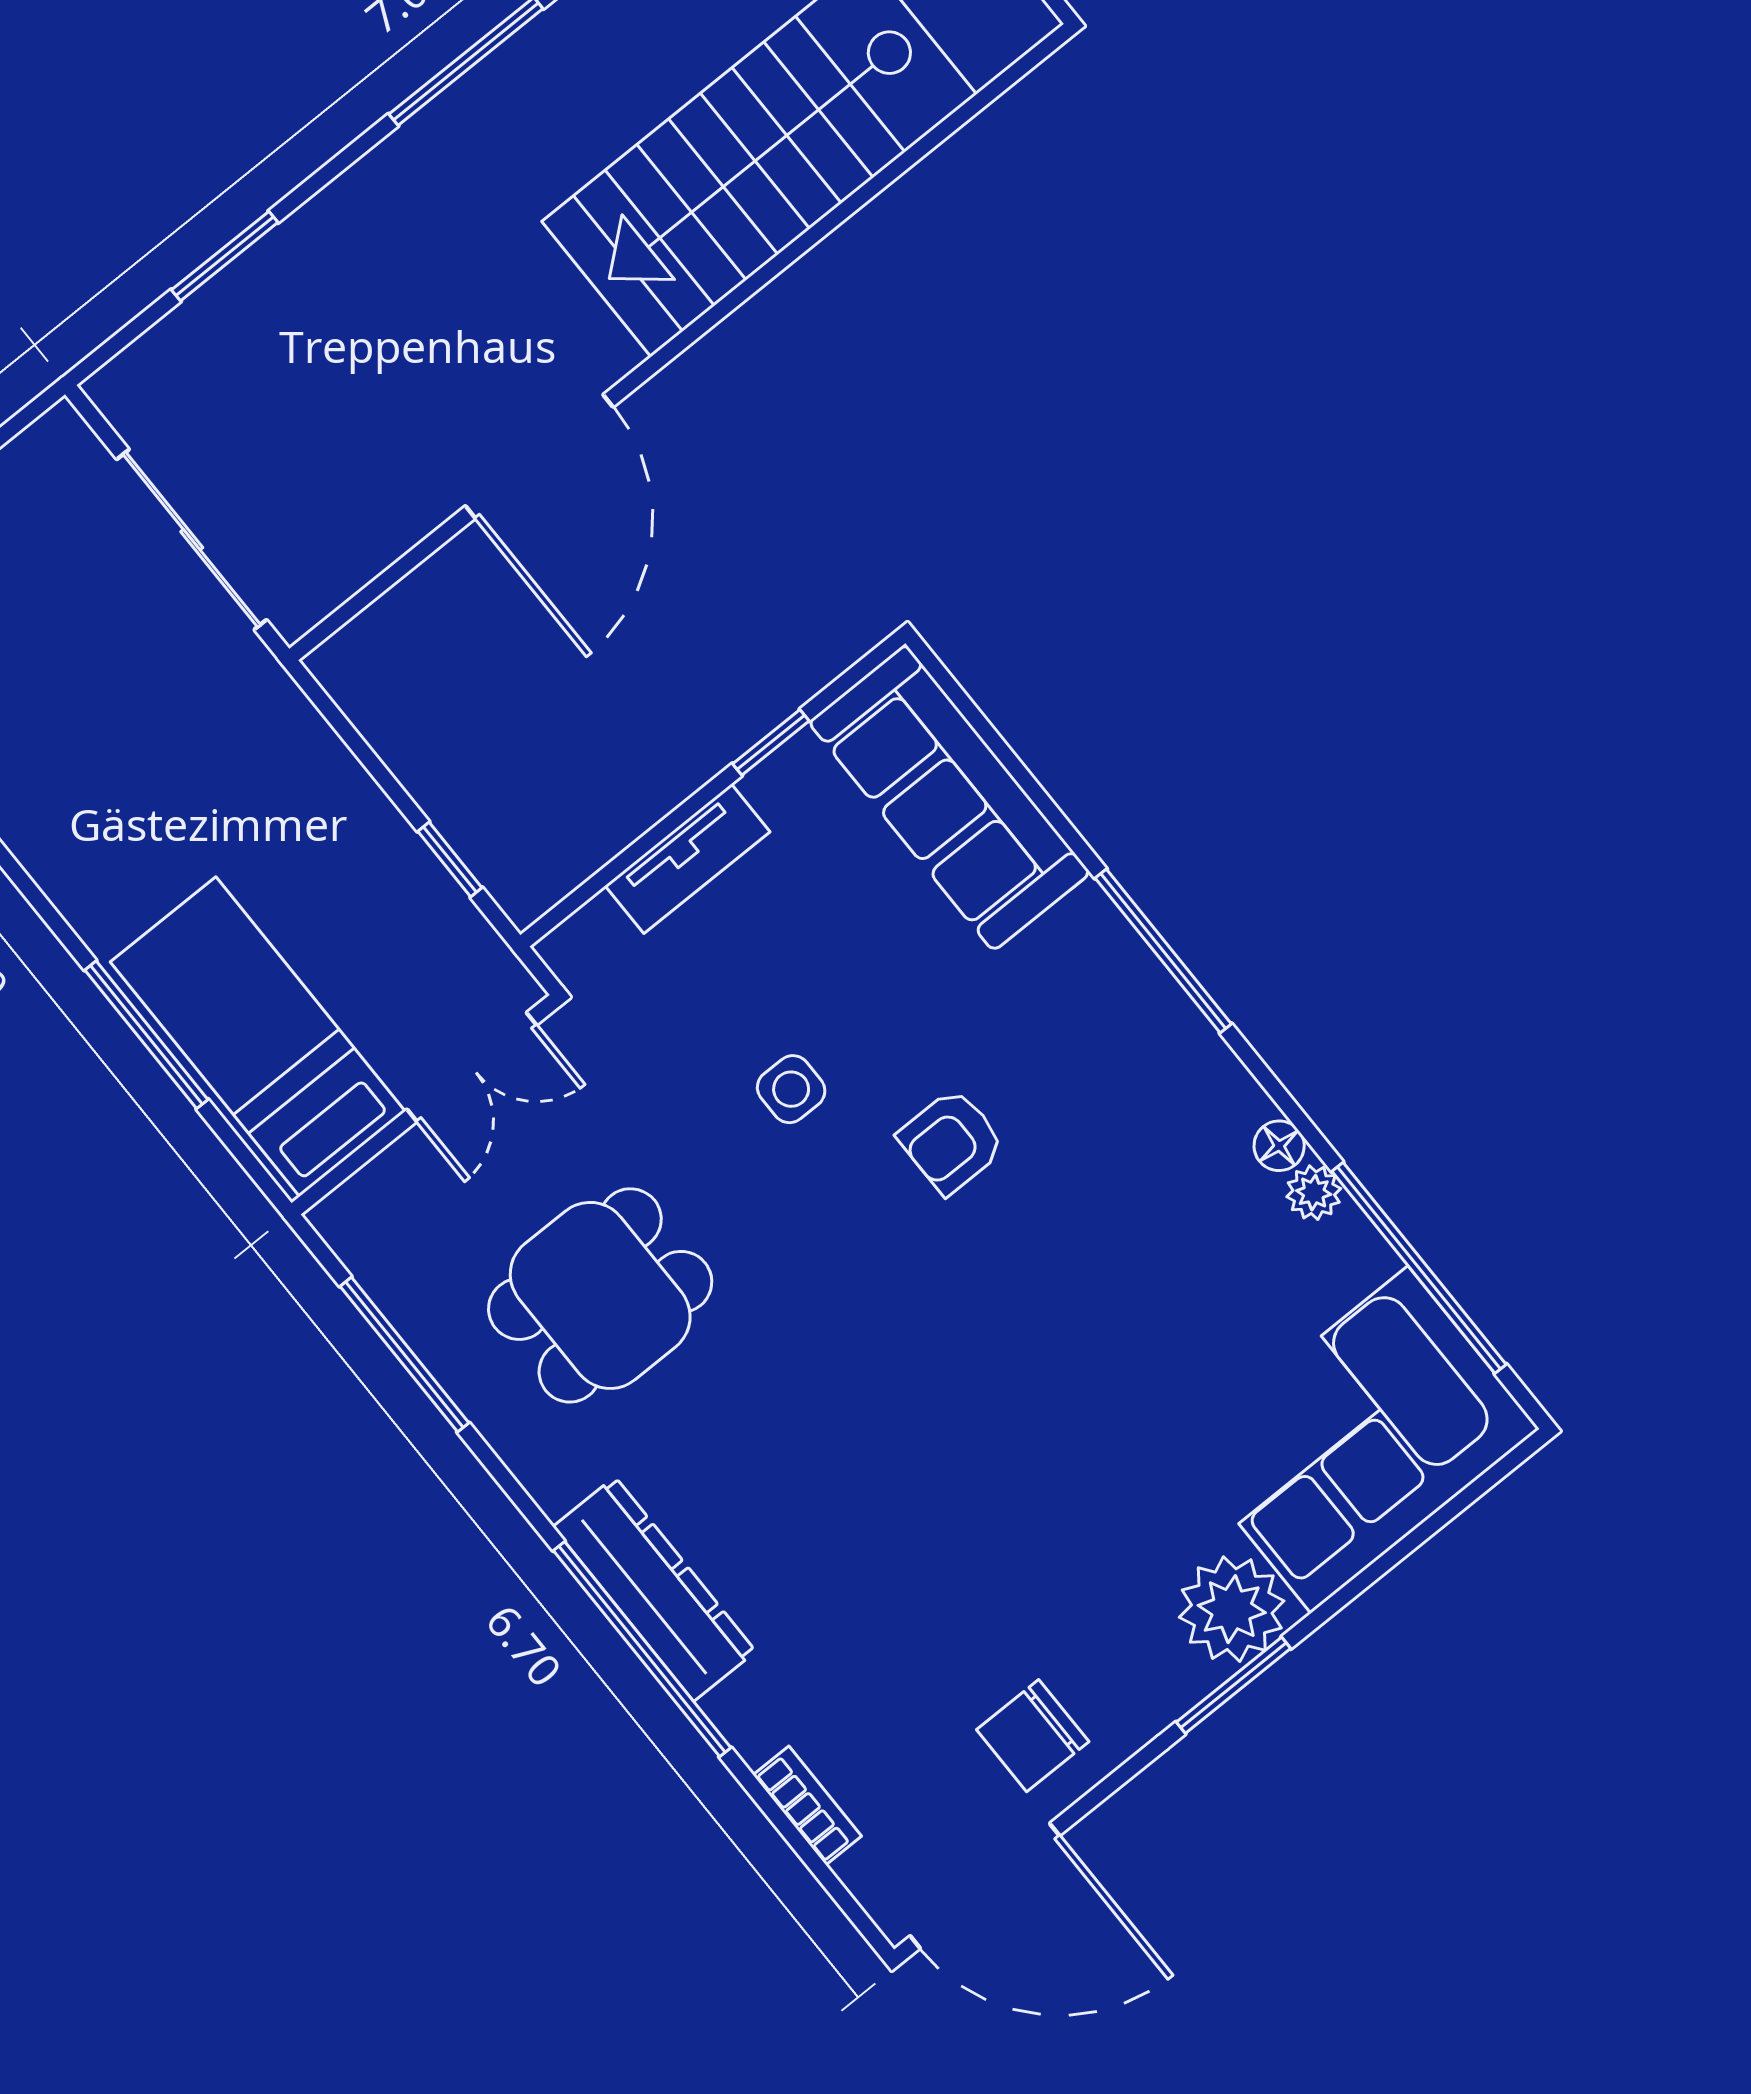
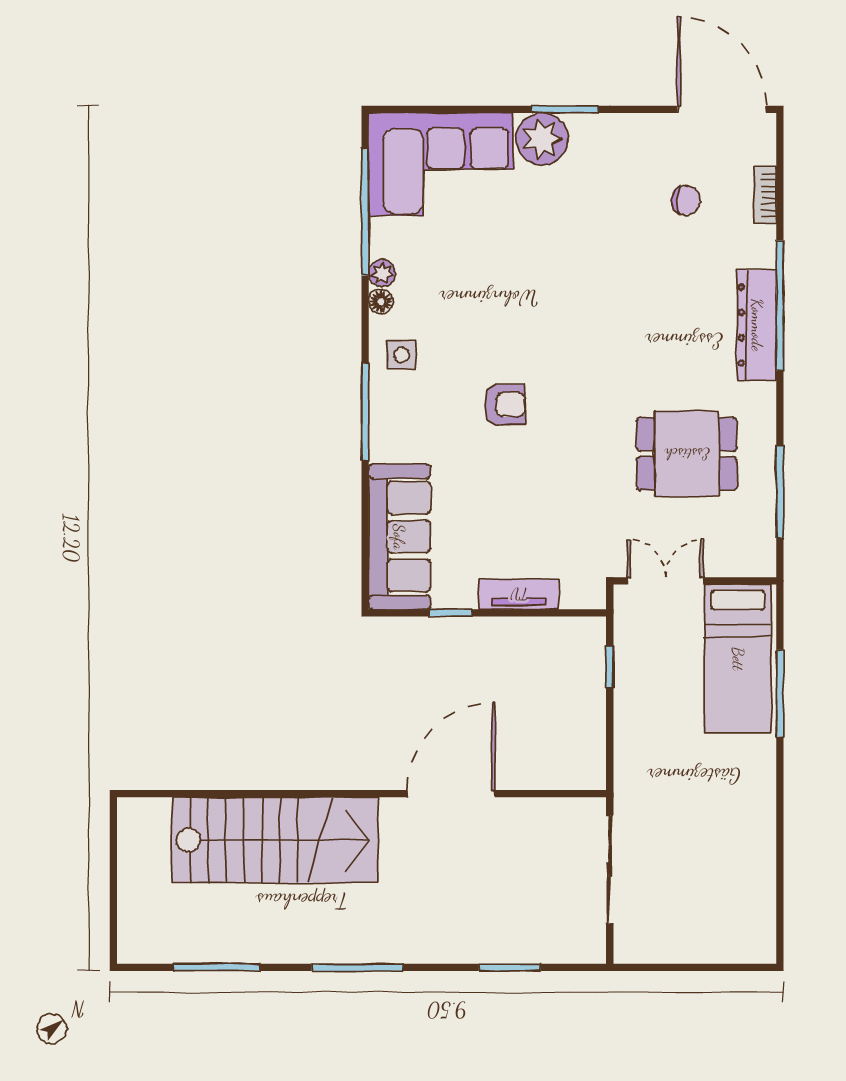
side table: (791, 1089) -> (402, 355), moved
chair: (1033, 1736) -> (686, 200), moved, width x0.73, depth x0.73

